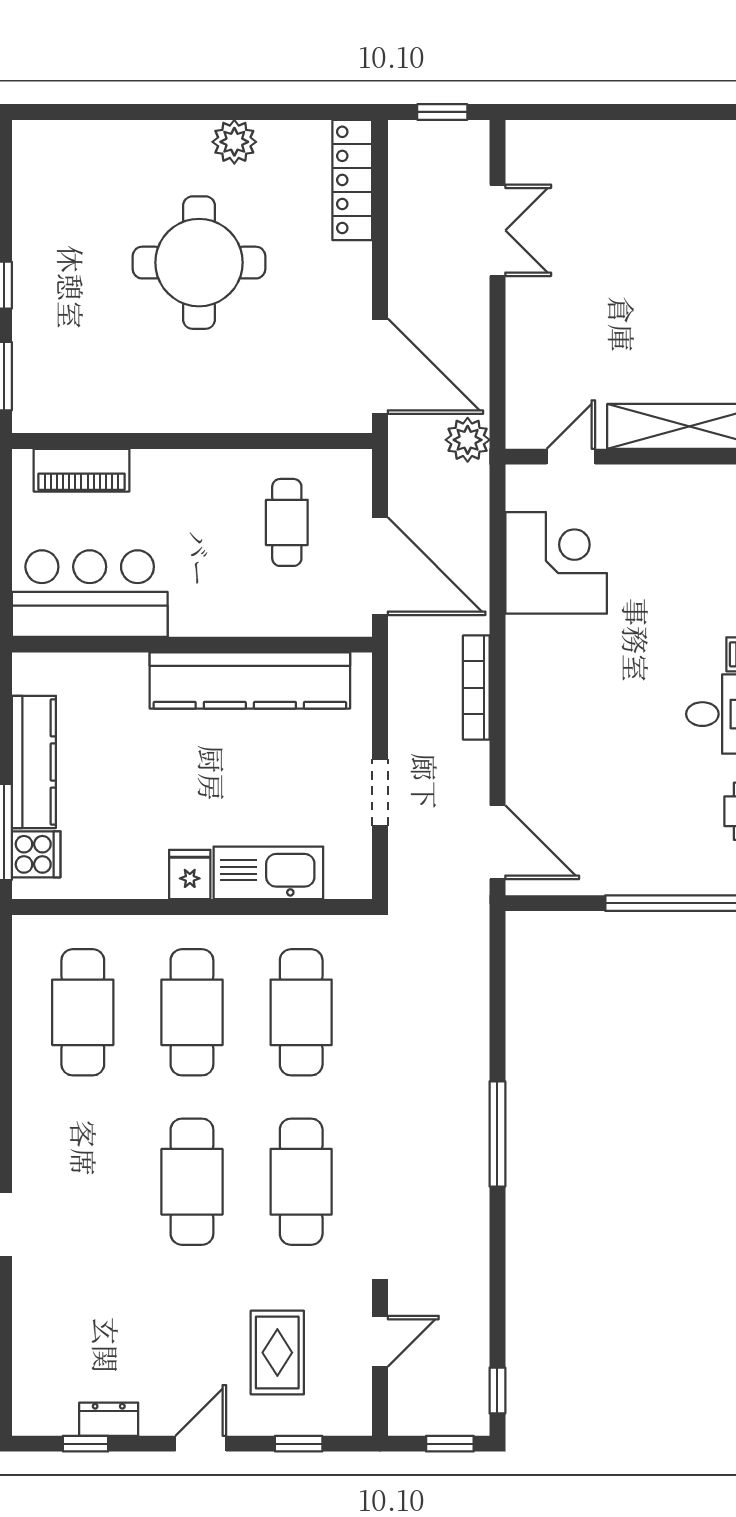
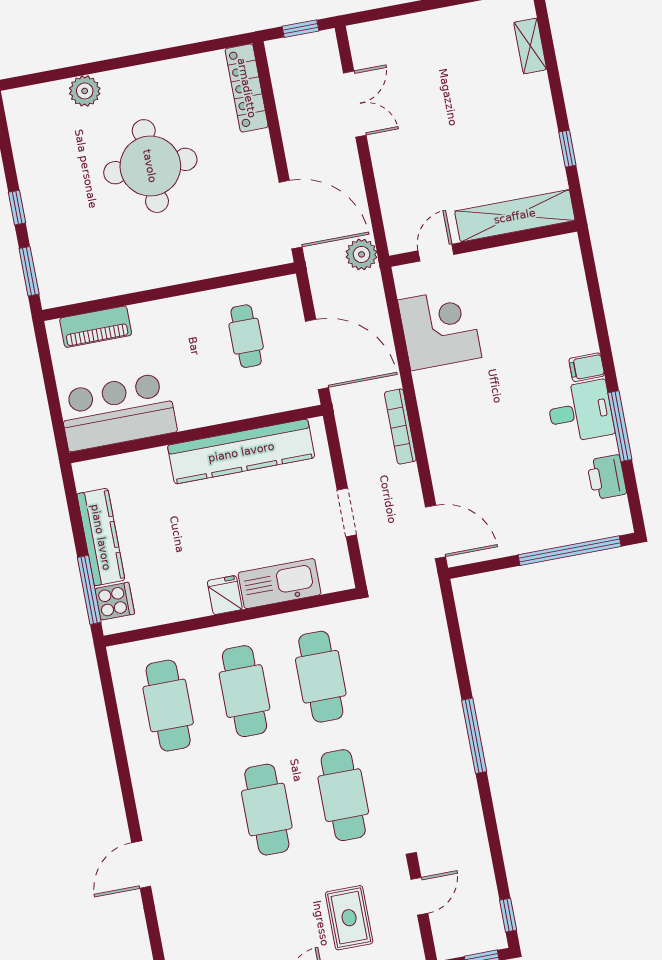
plant: (234, 142) -> (85, 91), moved

